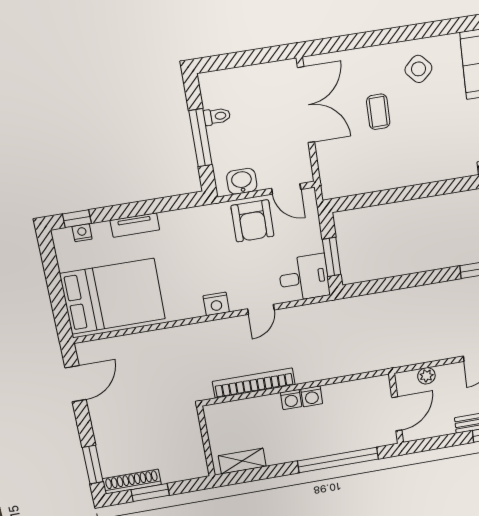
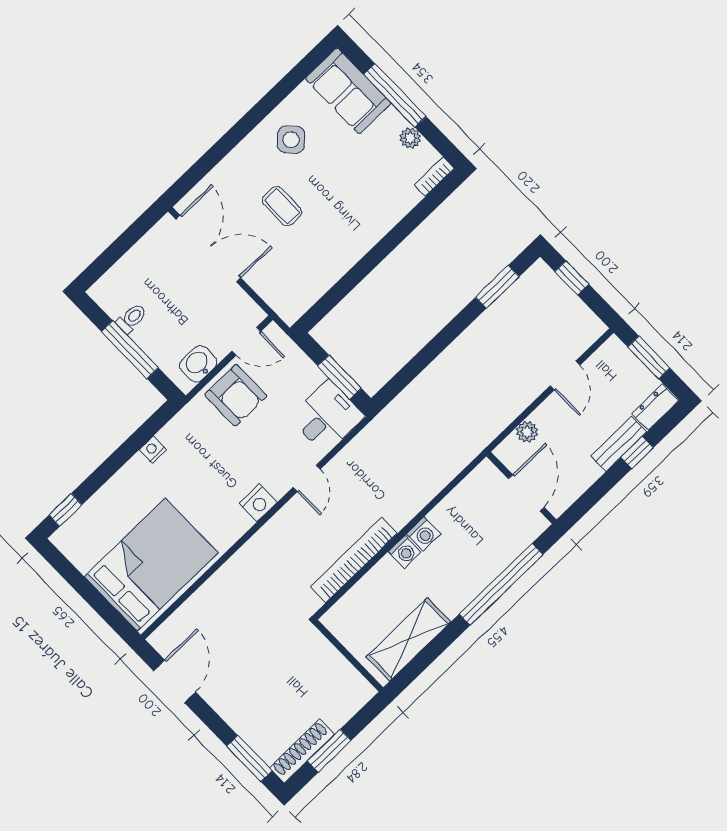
tv unit: (135, 225) -> (125, 478), removed
nightstand: (82, 233) -> (153, 450), moved
shelving: (242, 461) -> (408, 639), width x1.50, depth x1.33

